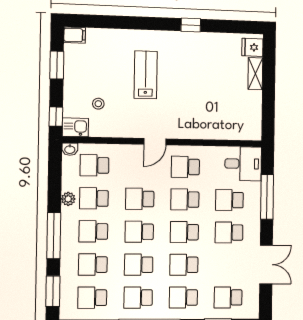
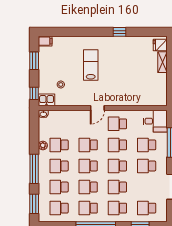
school desk: (94, 165) -> (59, 124), removed

